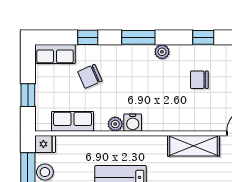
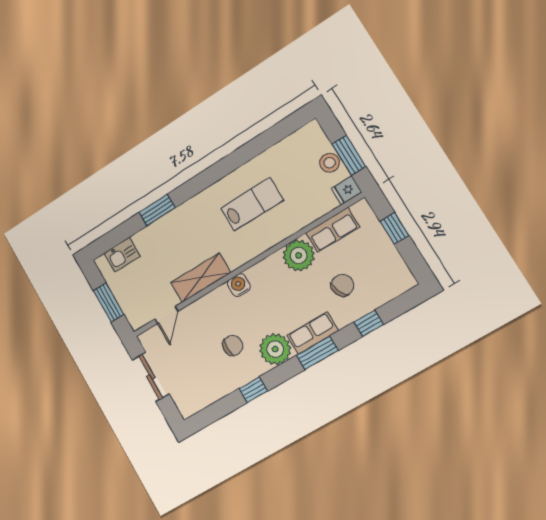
plant: (162, 52) -> (275, 349), width x1.88, depth x1.88
row of seats: (55, 54) -> (313, 333), moved
water cooler: (133, 123) -> (239, 285), moved
plant: (115, 124) -> (299, 255), width x1.88, depth x1.88

